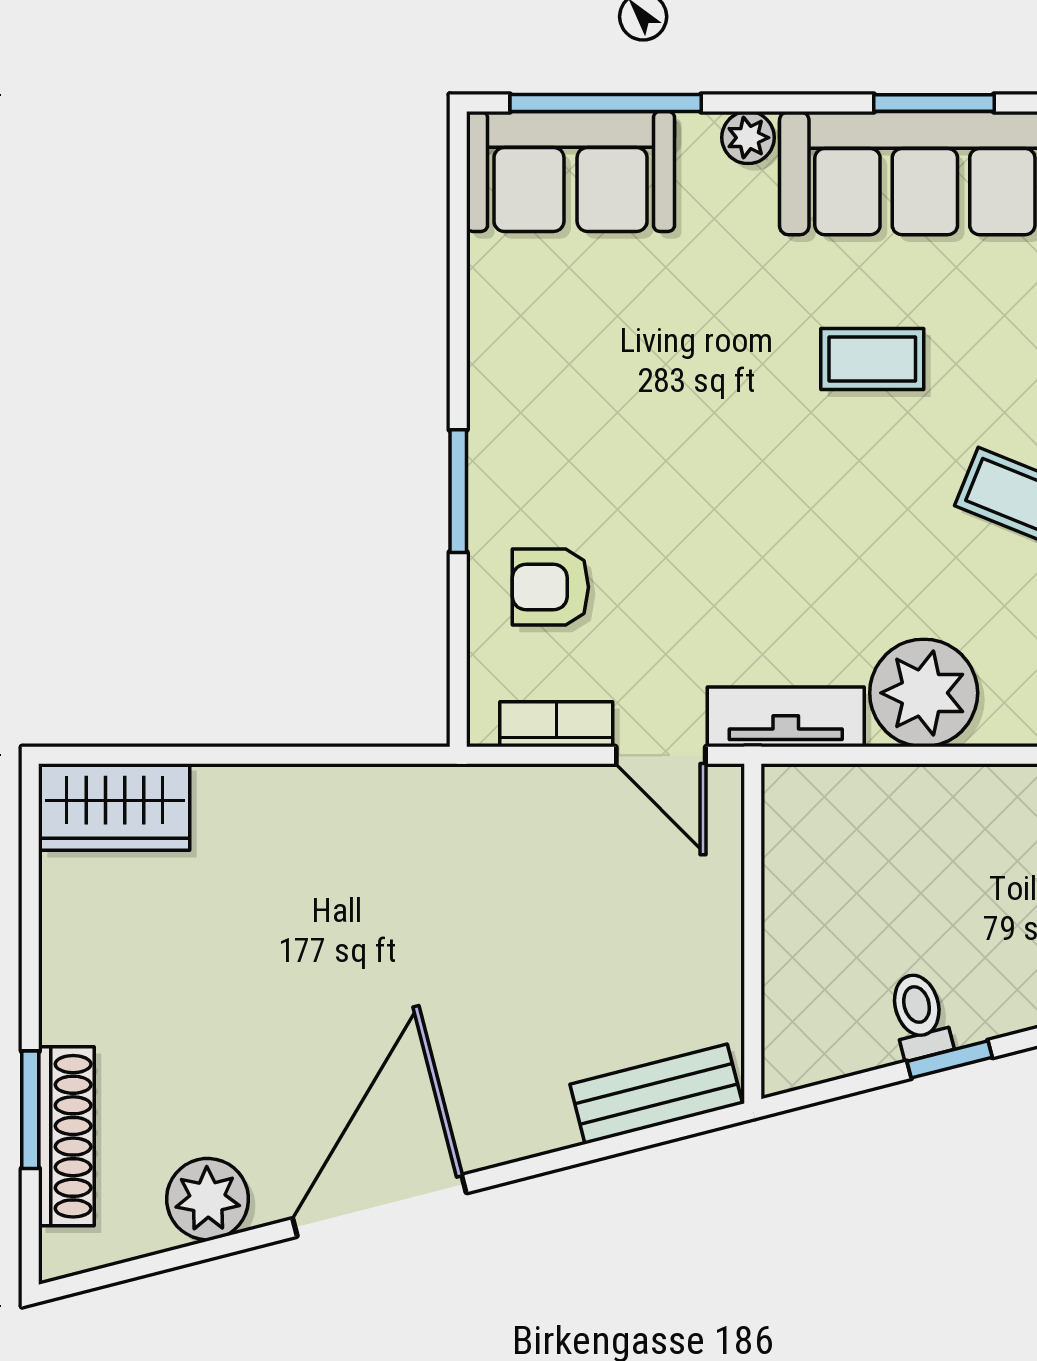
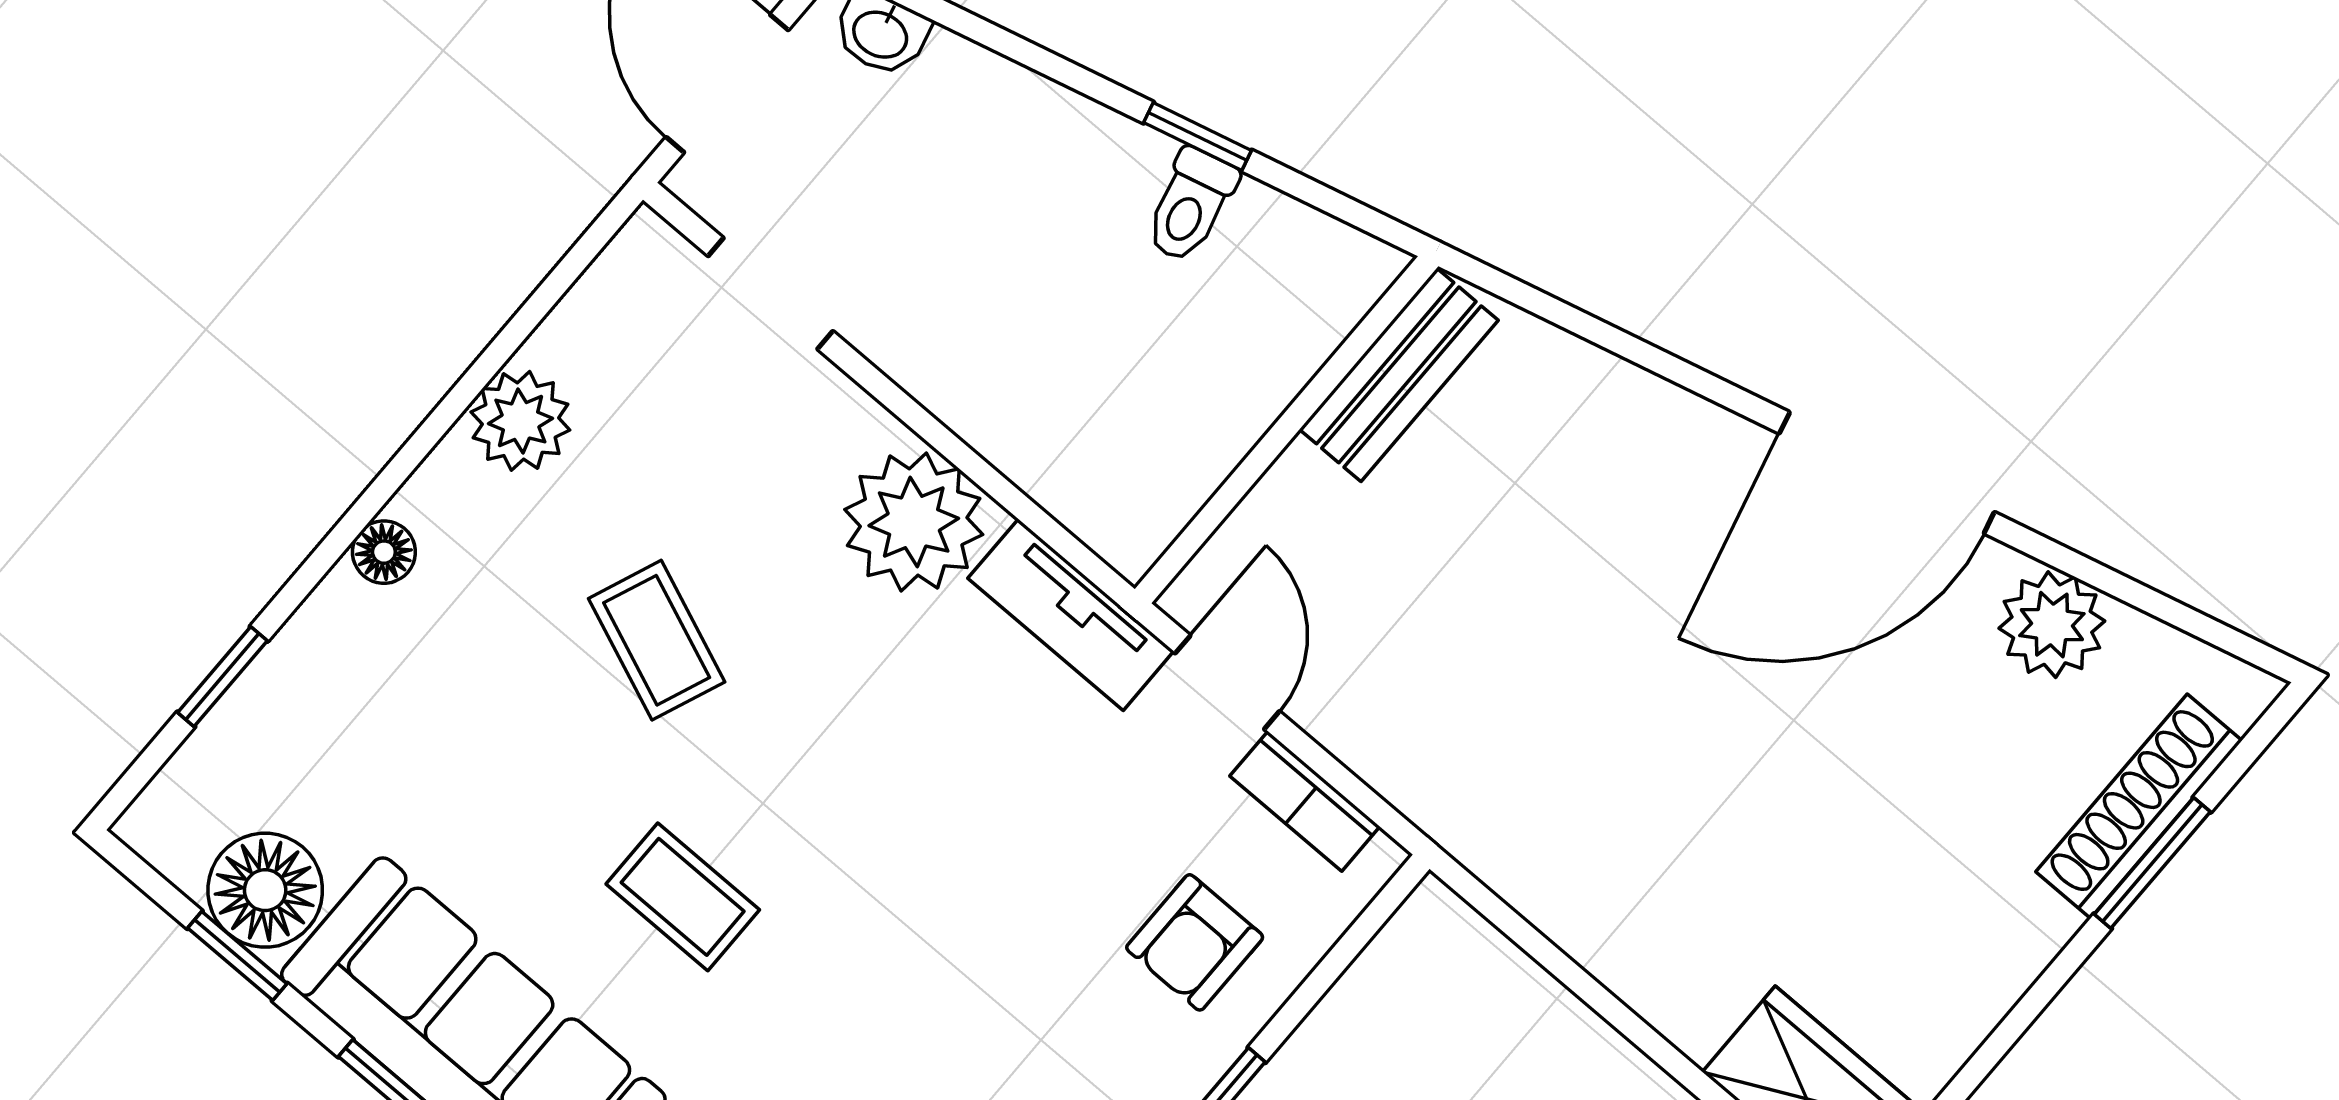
armchair: (550, 587) -> (1195, 942), turned 90
bench: (656, 1094) -> (1399, 375), moved, turned -76

